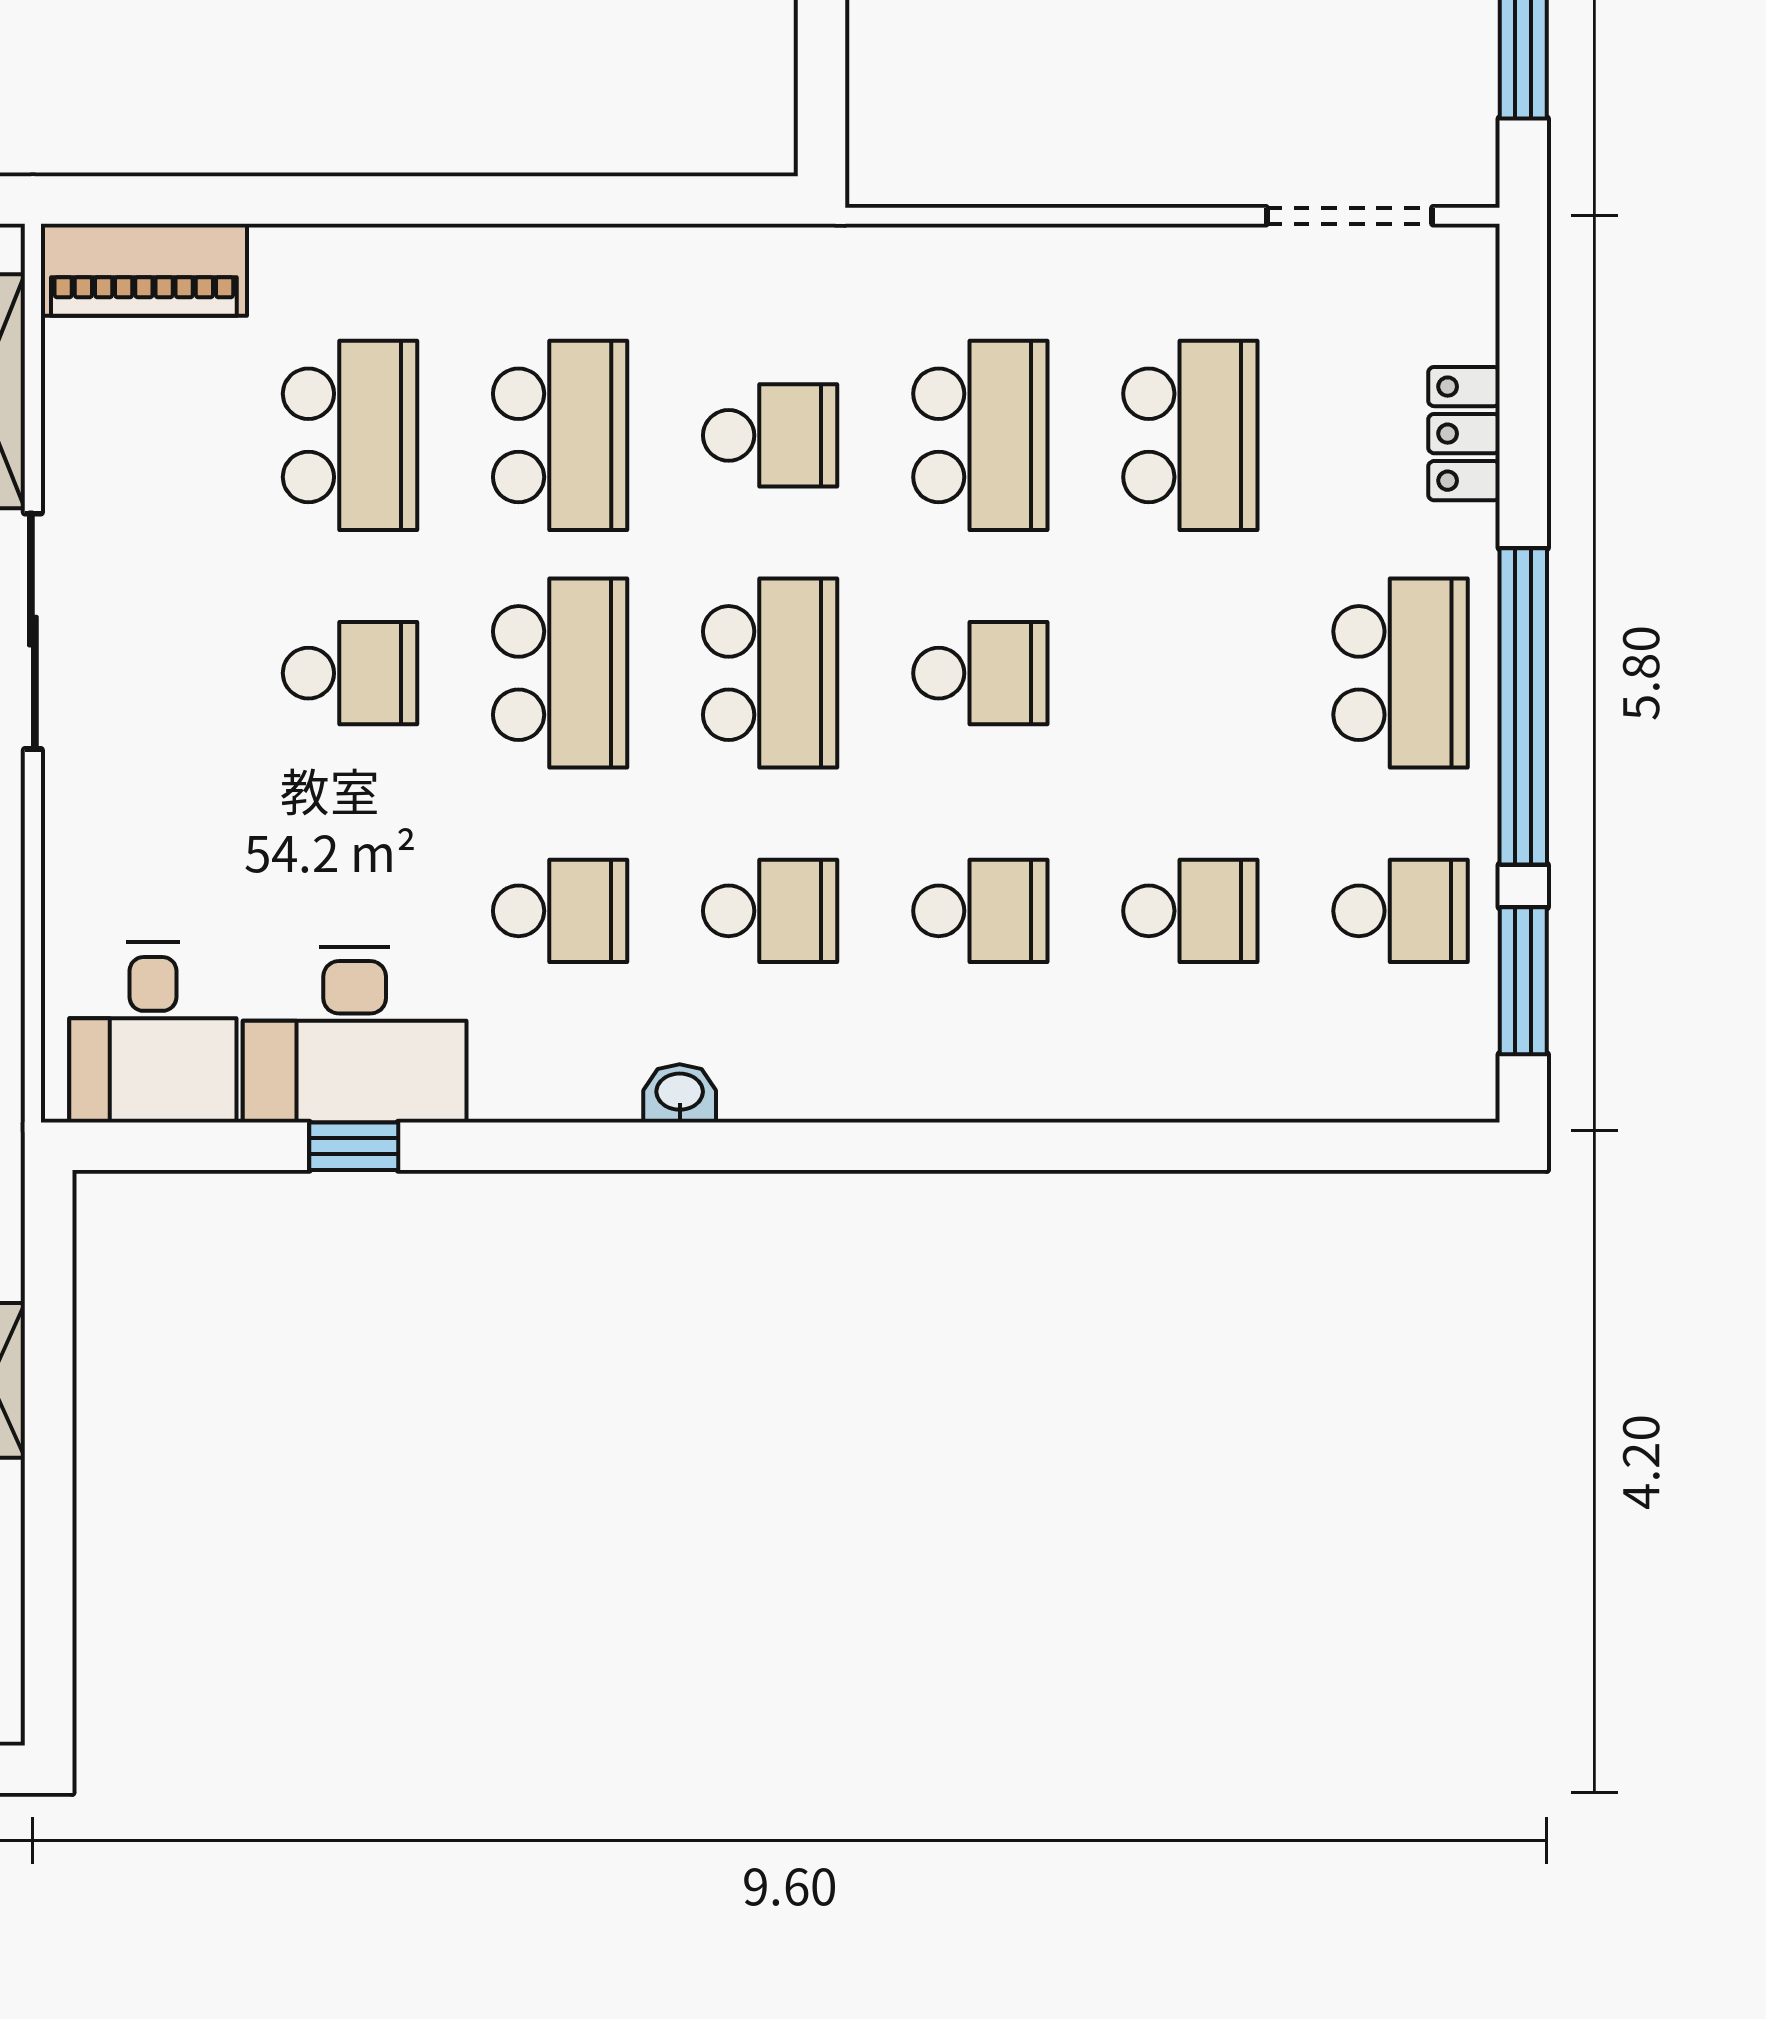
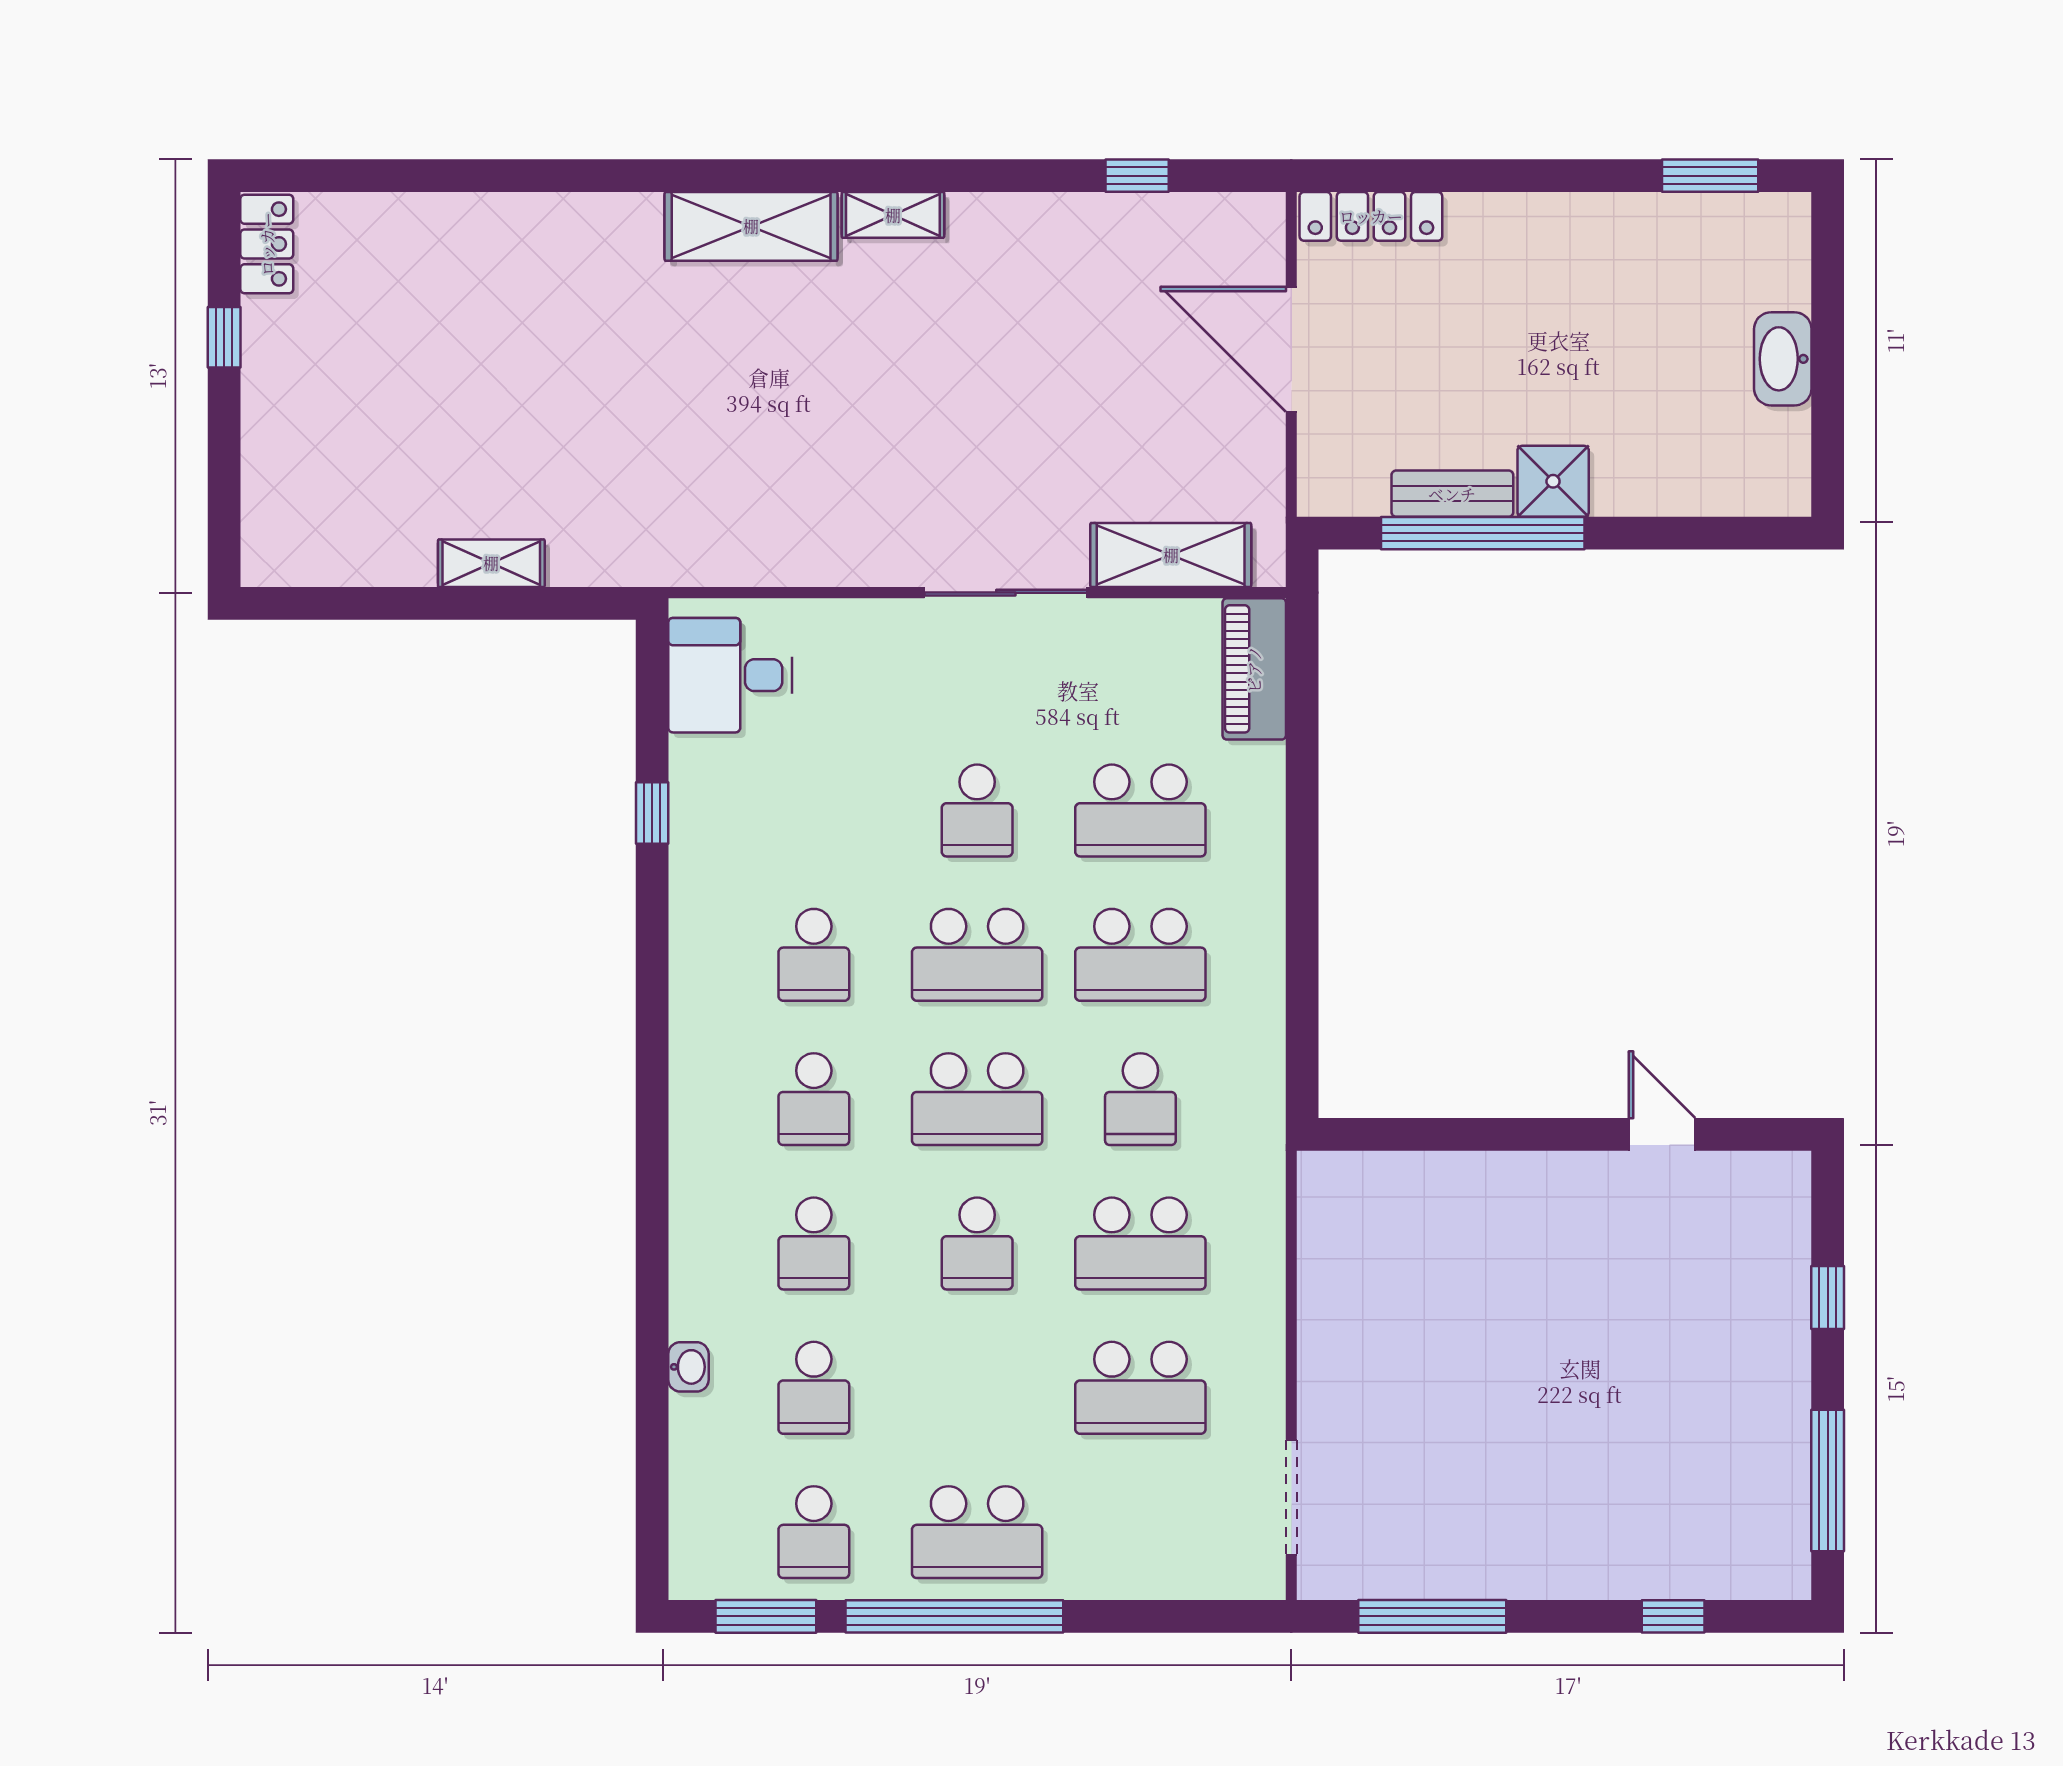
locker: (1464, 434) -> (1142, 1576), removed
desk: (355, 1035) -> (729, 814), removed
washbasin: (680, 1093) -> (688, 1367), moved

